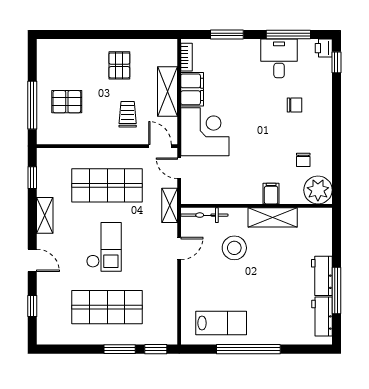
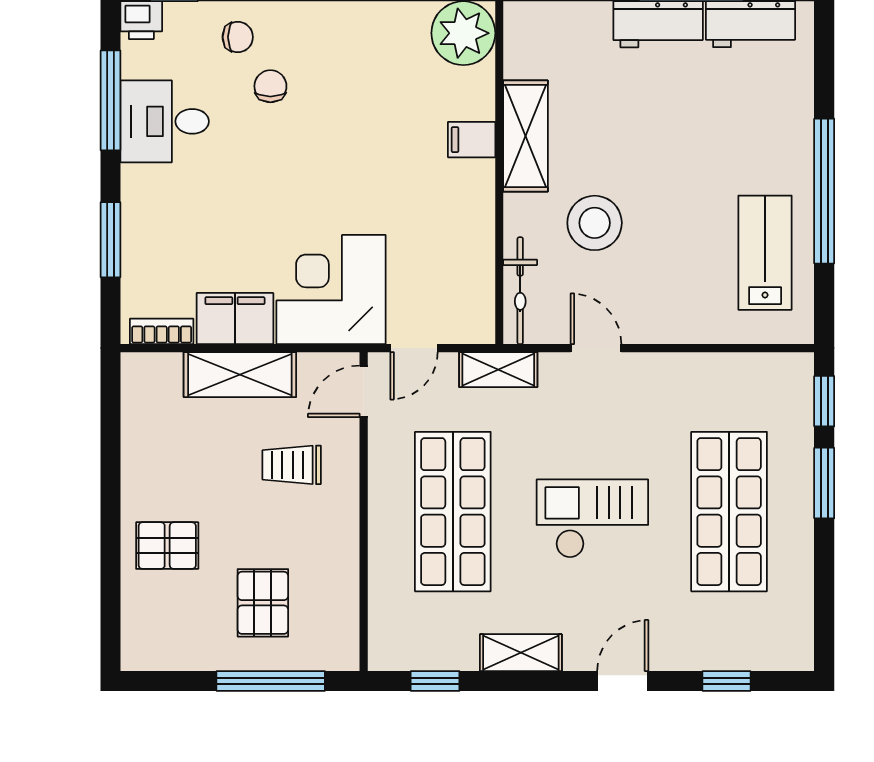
pallet: (119, 65) -> (167, 546), moved
chair: (303, 160) -> (238, 37), moved

